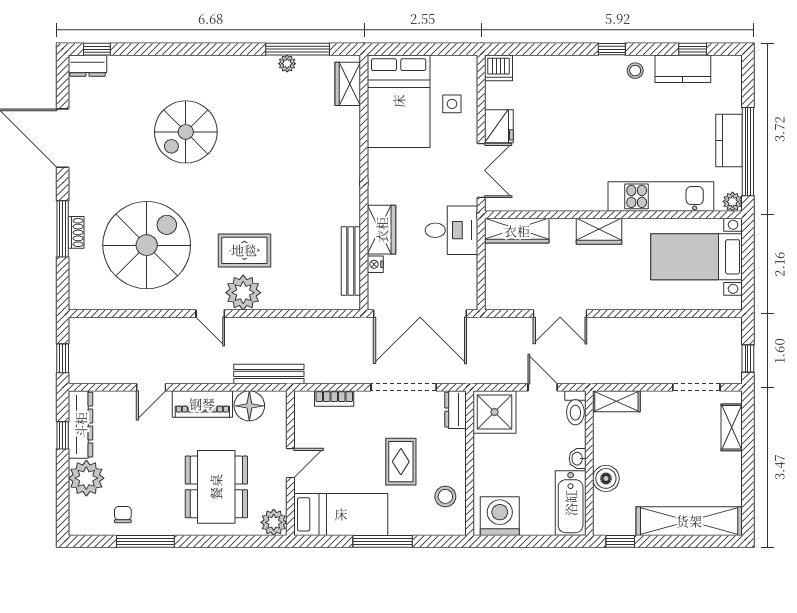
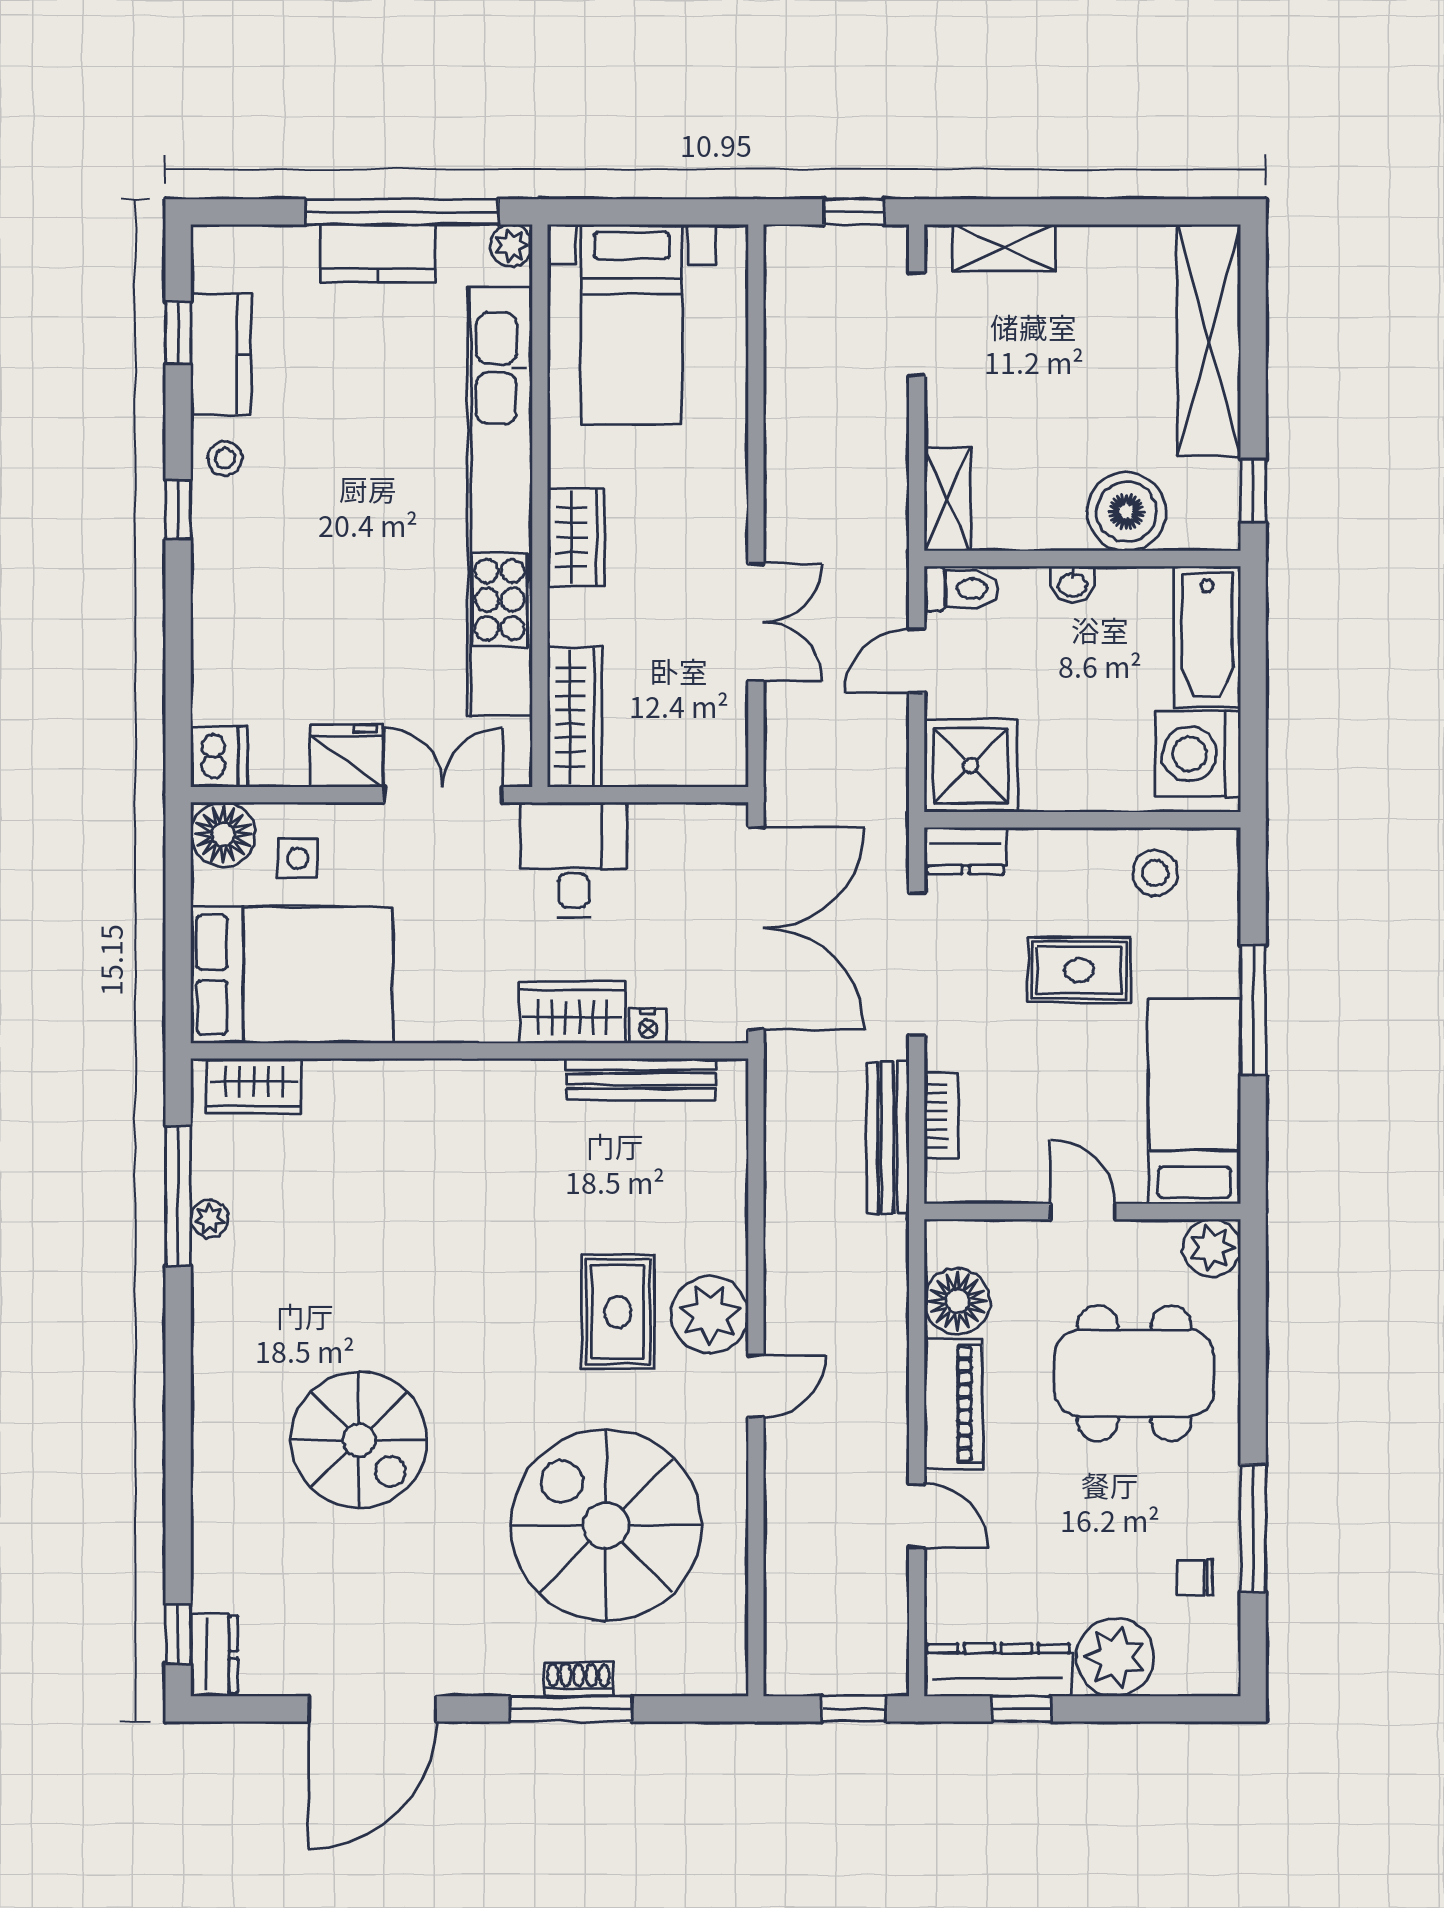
floor lamp: (463, 70) -> (223, 835), added
kitchen unit: (661, 196) -> (500, 501), width x1.86
bench: (269, 374) -> (888, 1138), moved
boiler: (606, 478) -> (1126, 512), width x1.37, depth x1.37
bathtub: (571, 503) -> (1207, 637), moved, turned 90

